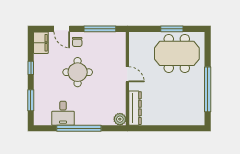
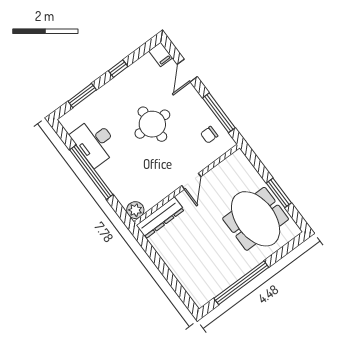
chair: (77, 42) -> (209, 135), moved
filing cabinet: (41, 43) -> (161, 54), width x0.50
desk: (63, 113) -> (95, 142), width x1.37

